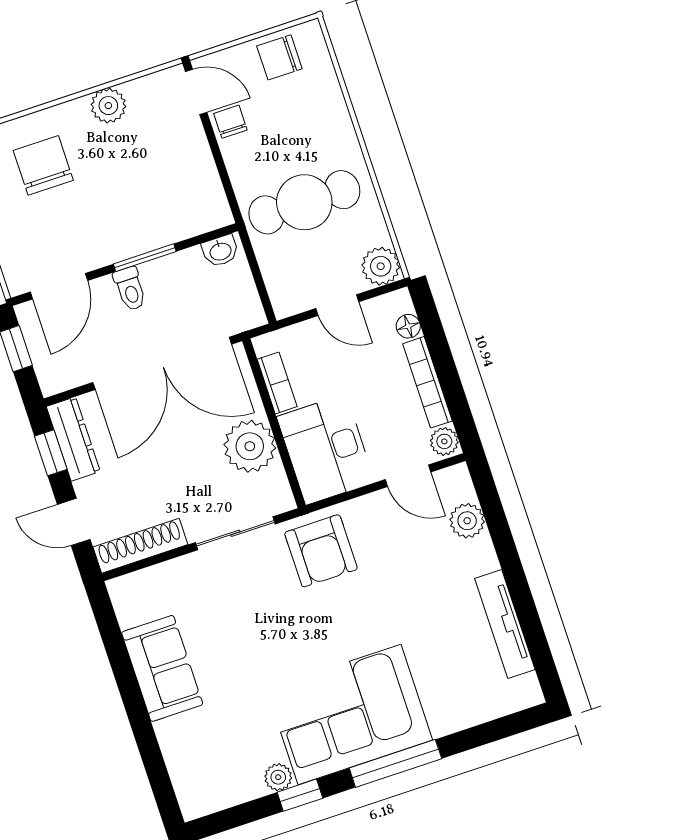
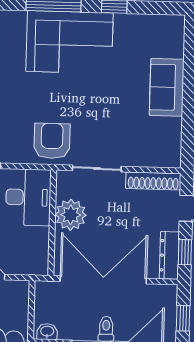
bookcase: (277, 383) -> (42, 245), removed
sofa: (162, 668) -> (167, 87), moved
plant: (278, 777) -> (123, 21), removed

